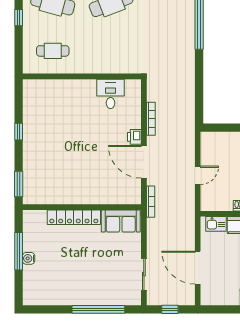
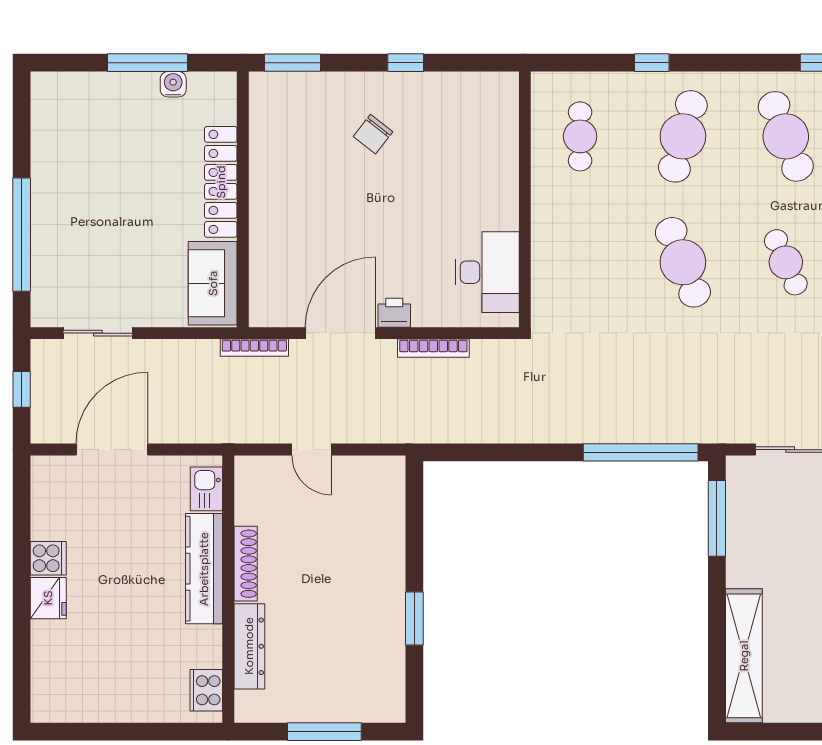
desk: (111, 94) -> (487, 272), width x1.37
chair: (52, 147) -> (373, 134), added
water cooler: (29, 258) -> (173, 84), moved

